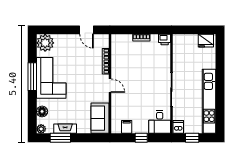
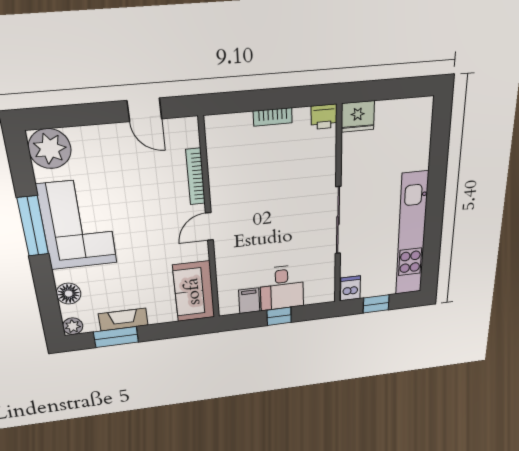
fridge: (206, 41) -> (358, 116), moved
door: (110, 86) -> (209, 227), swing flipped
desk: (160, 122) -> (282, 288), moved

